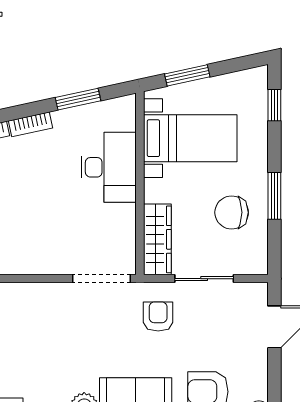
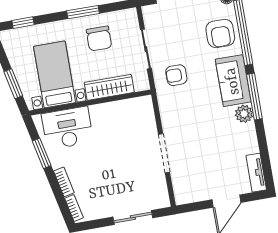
desk: (109, 167) -> (67, 128), moved
wardrobe: (157, 239) -> (109, 87), moved
doorway: (102, 279) -> (164, 153), moved

